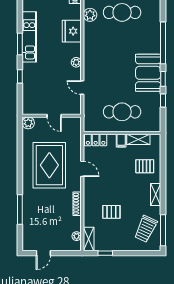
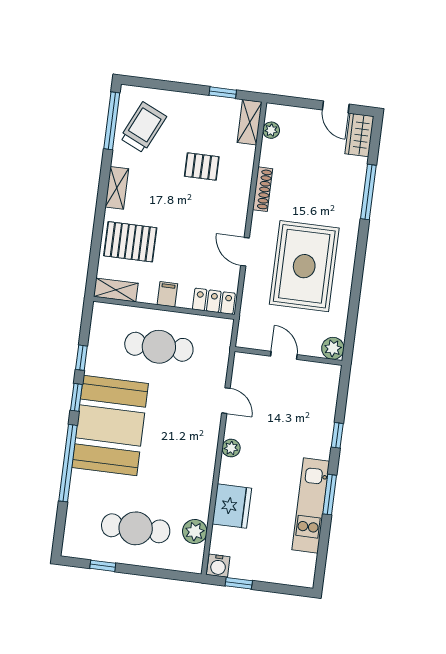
booth: (148, 73) -> (110, 425), width x1.36, depth x1.42
shelving: (138, 139) -> (116, 290), moved
pallet: (145, 166) -> (130, 242), width x1.50, depth x1.42
wardrobe: (29, 240) -> (359, 135), added
door: (43, 253) -> (336, 107), swing flipped

